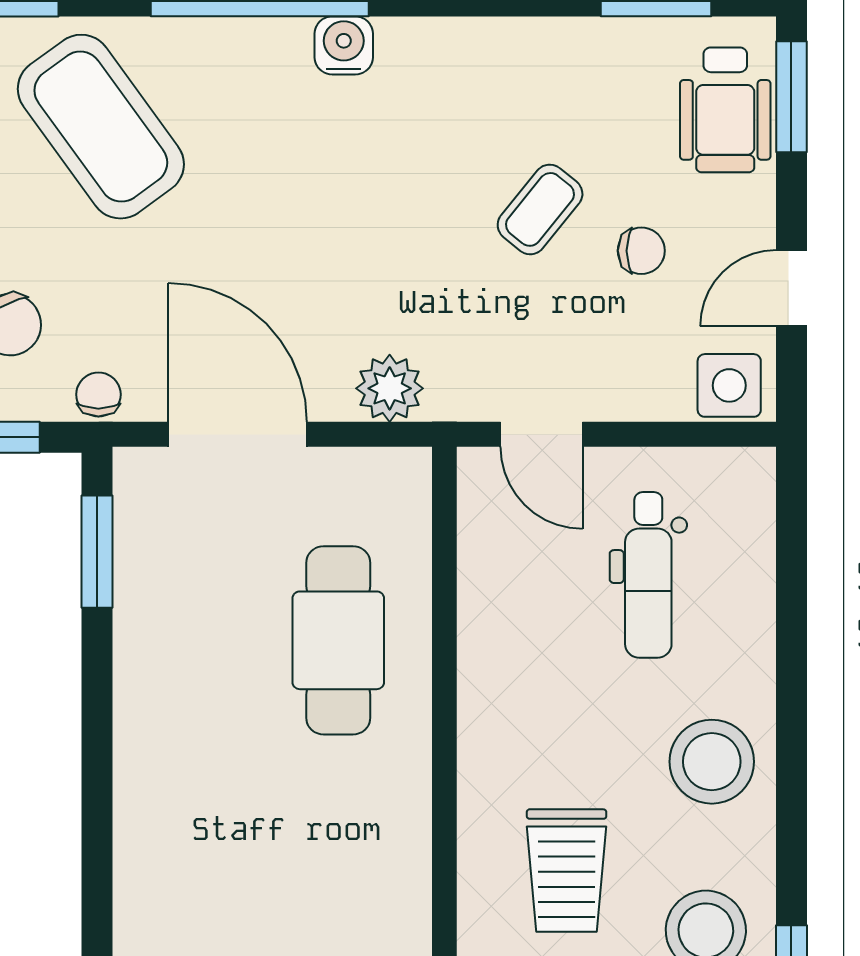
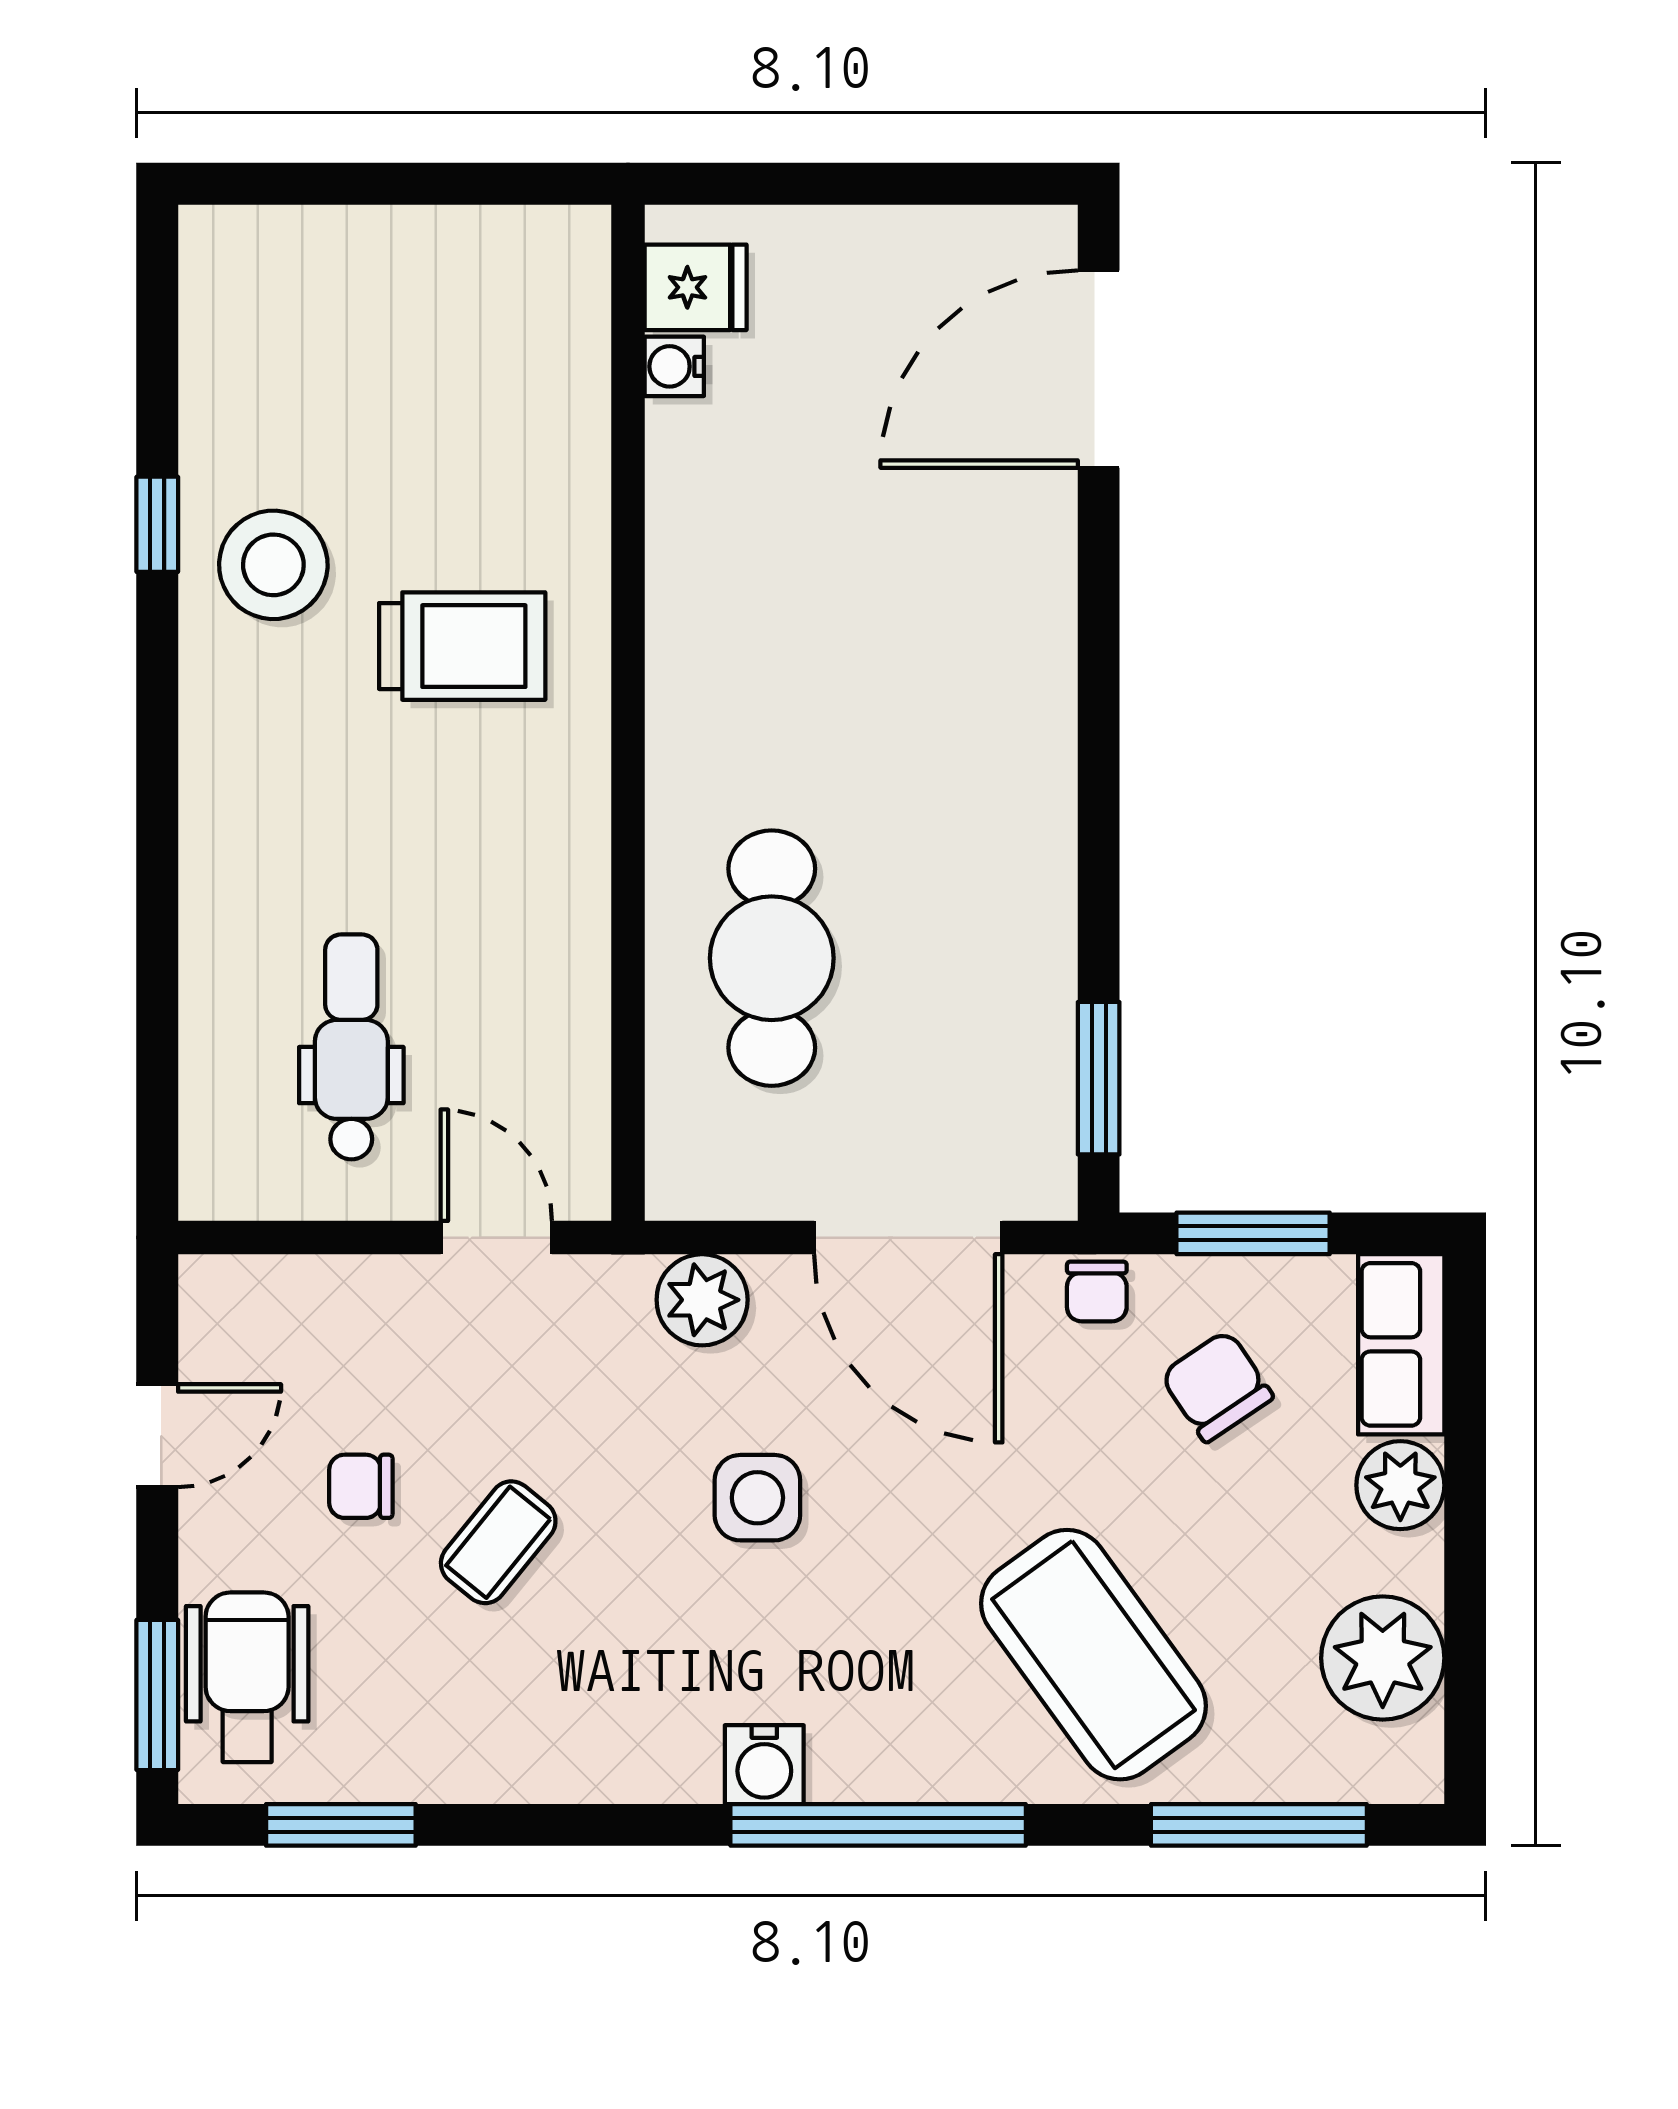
side table: (729, 385) -> (757, 1498), moved
stool: (712, 762) -> (265, 794), removed
trolley: (567, 871) -> (462, 646), turned 90

